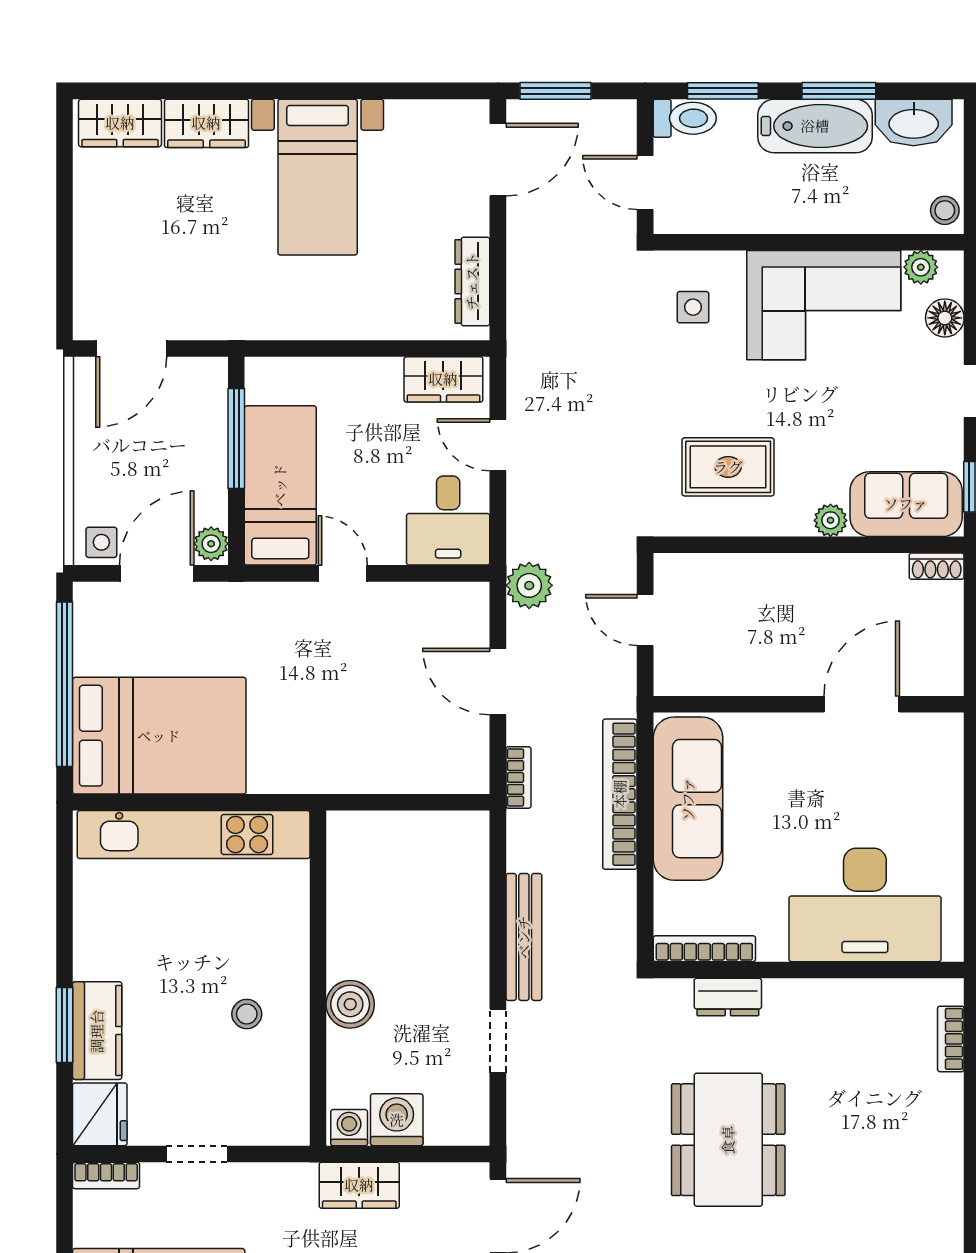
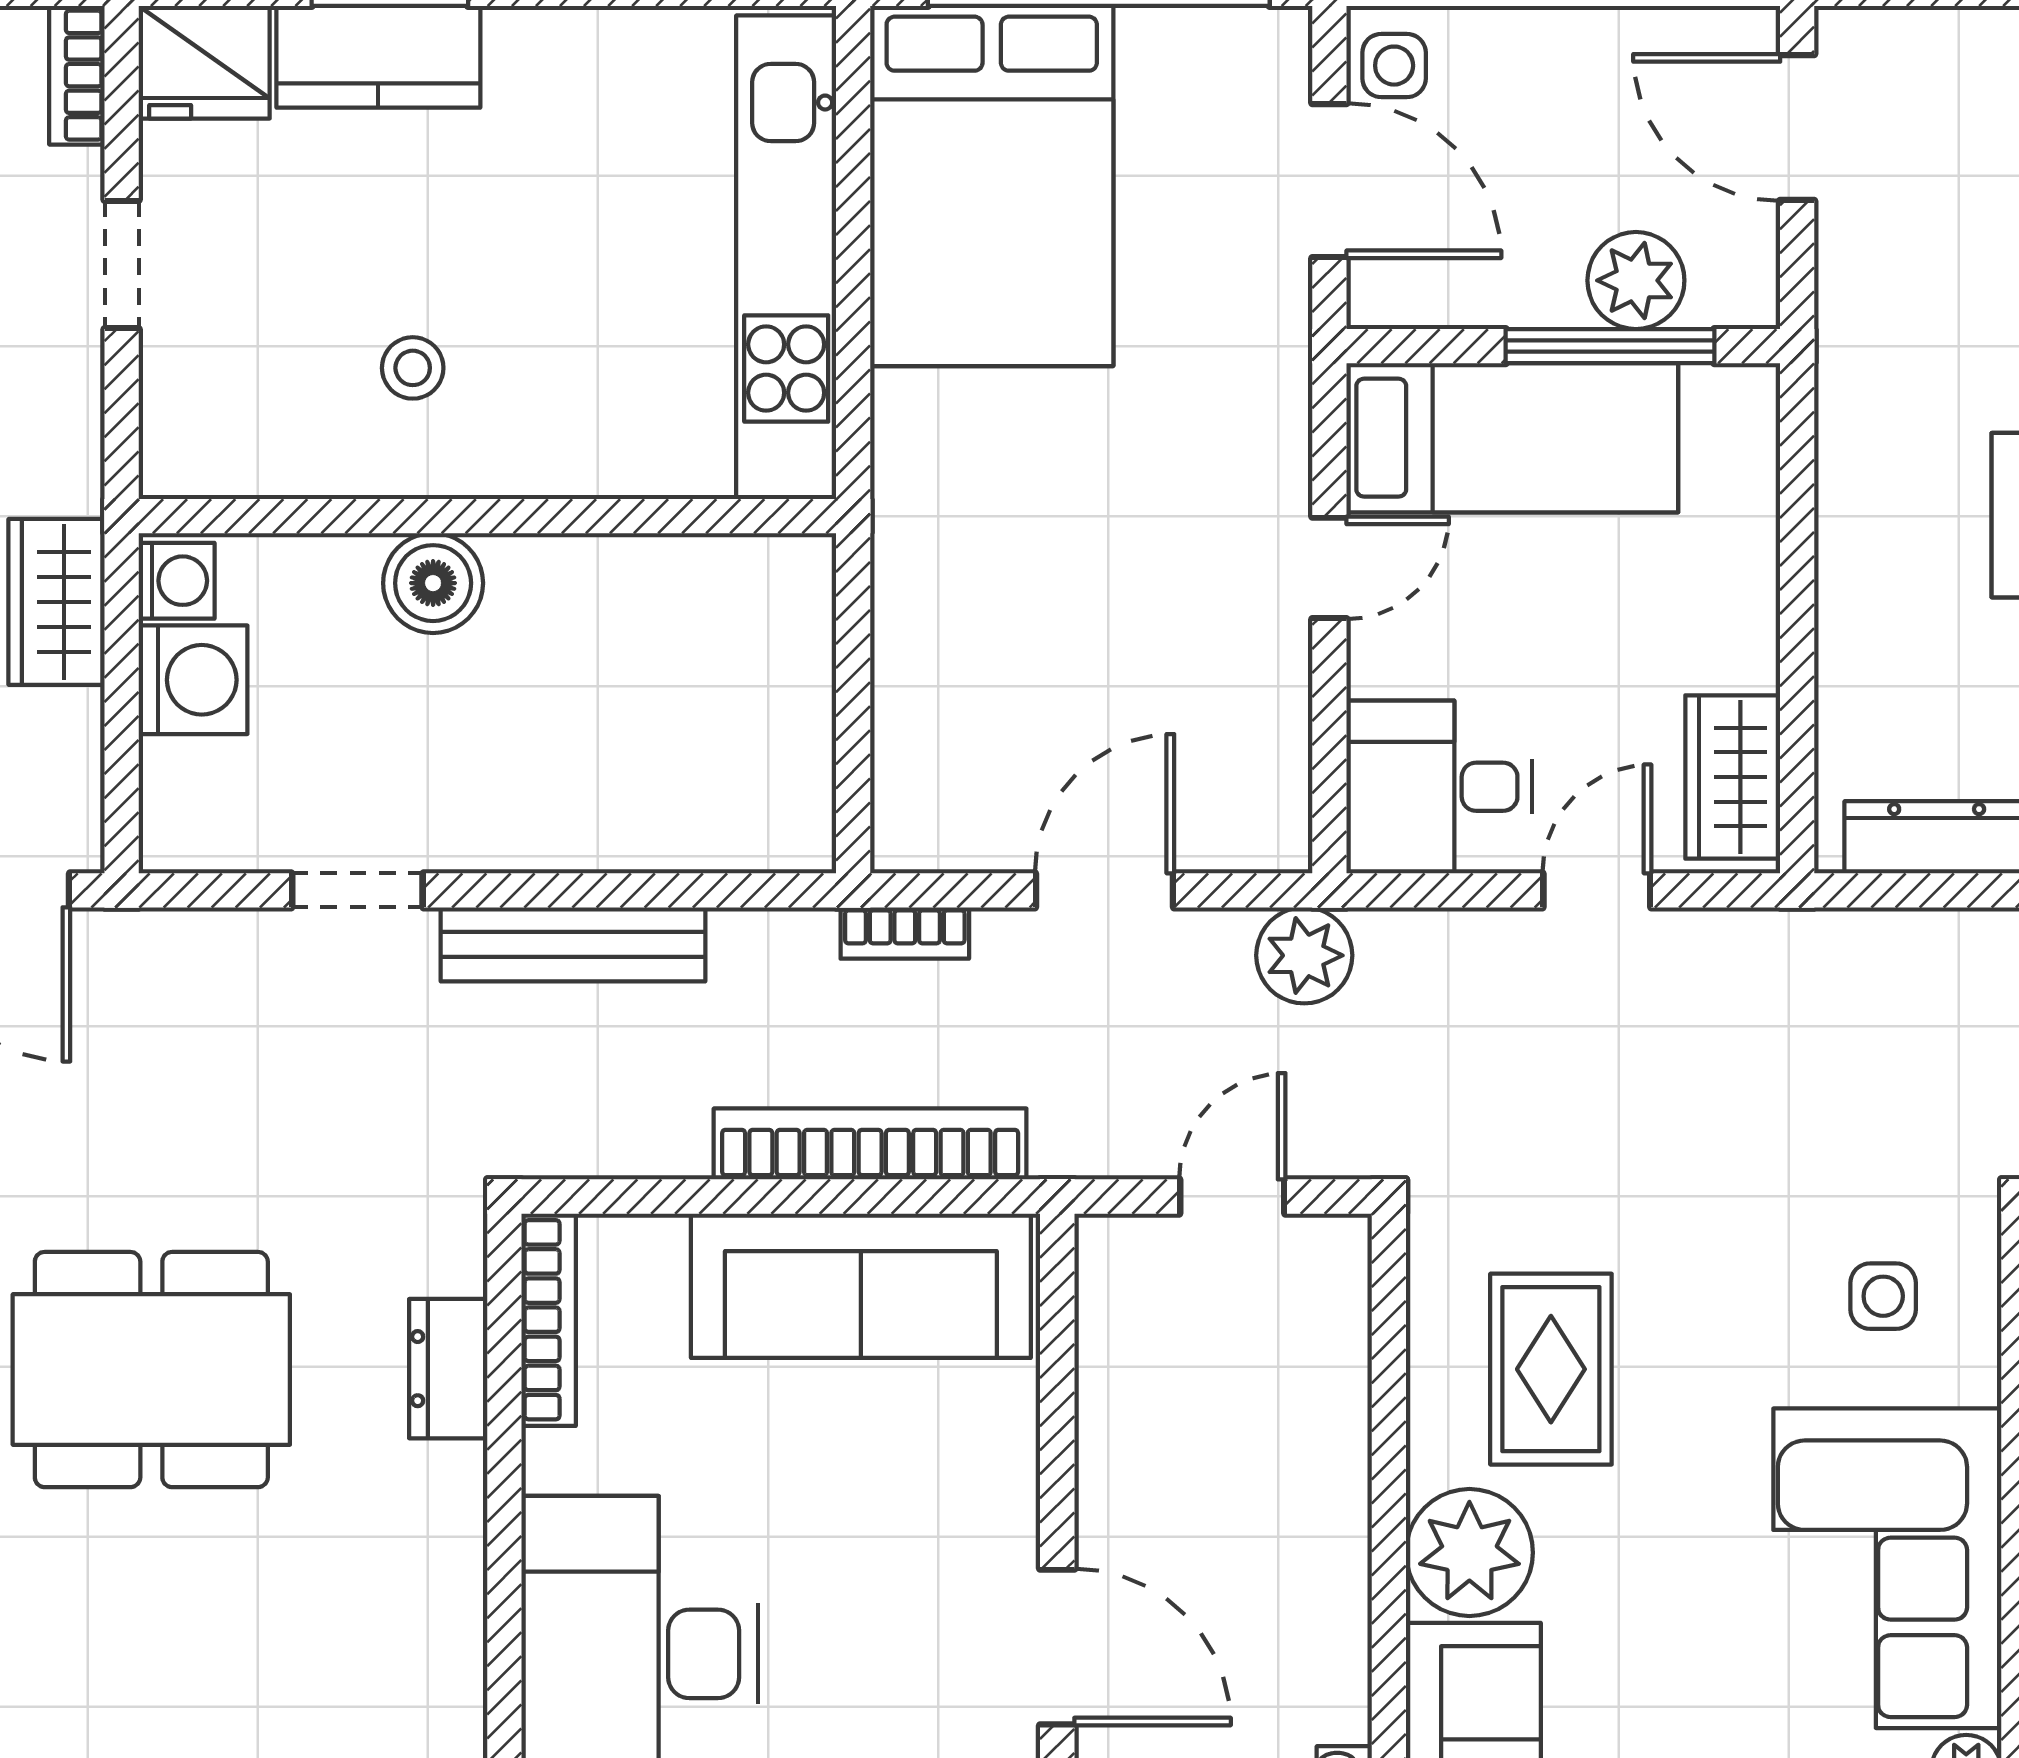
plant: (830, 520) -> (1469, 1553), width x1.87, depth x1.87
plant: (211, 544) -> (1636, 280), moved, width x1.38, depth x1.38

